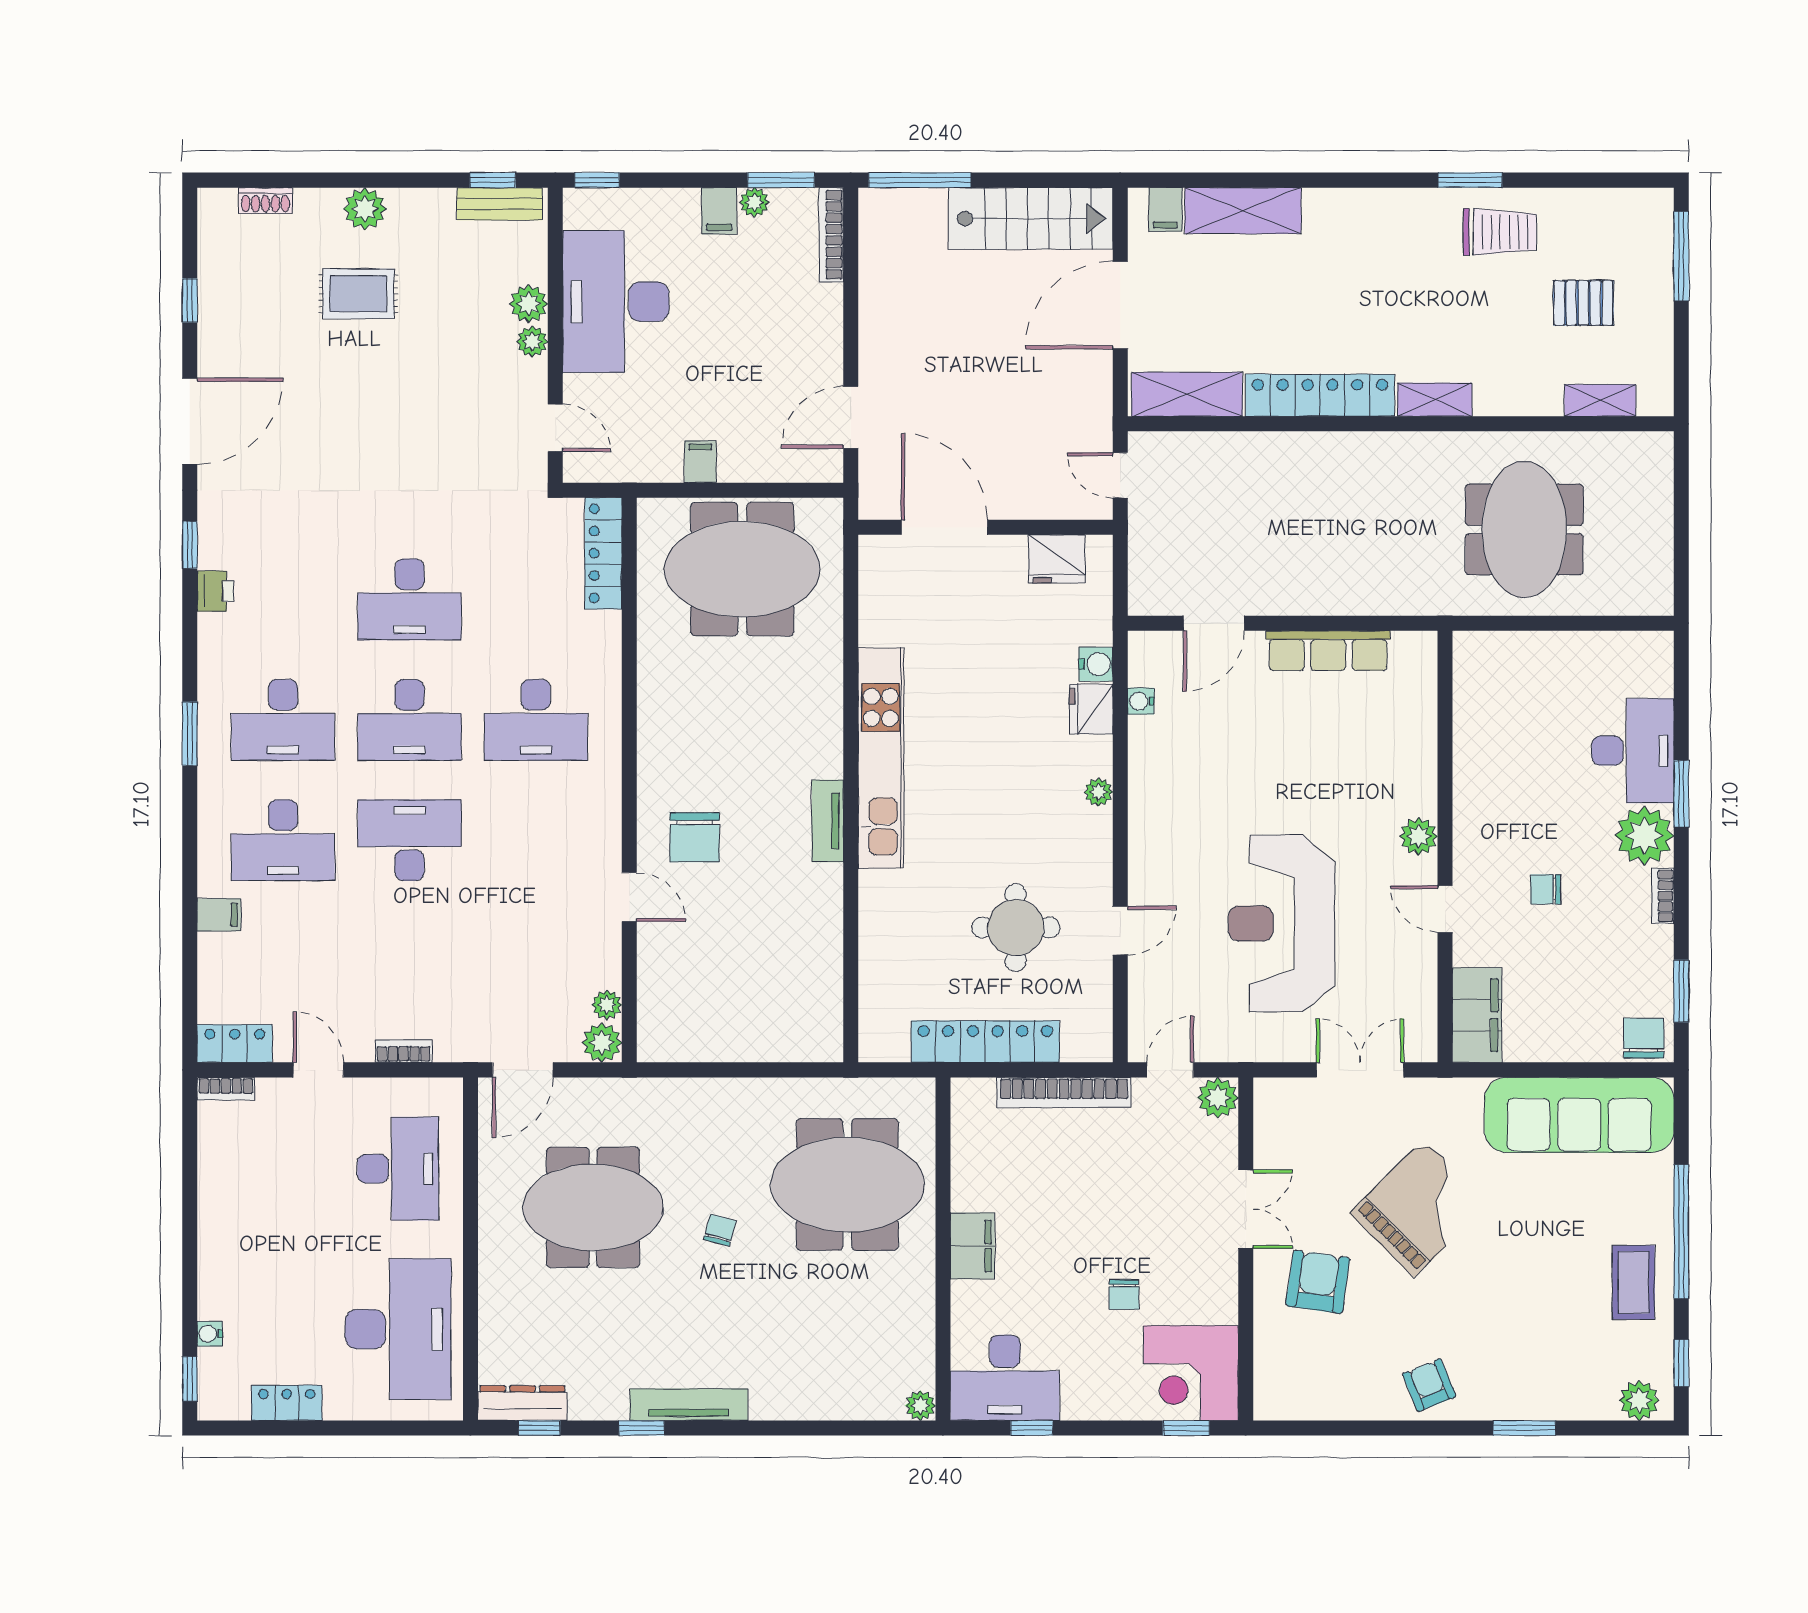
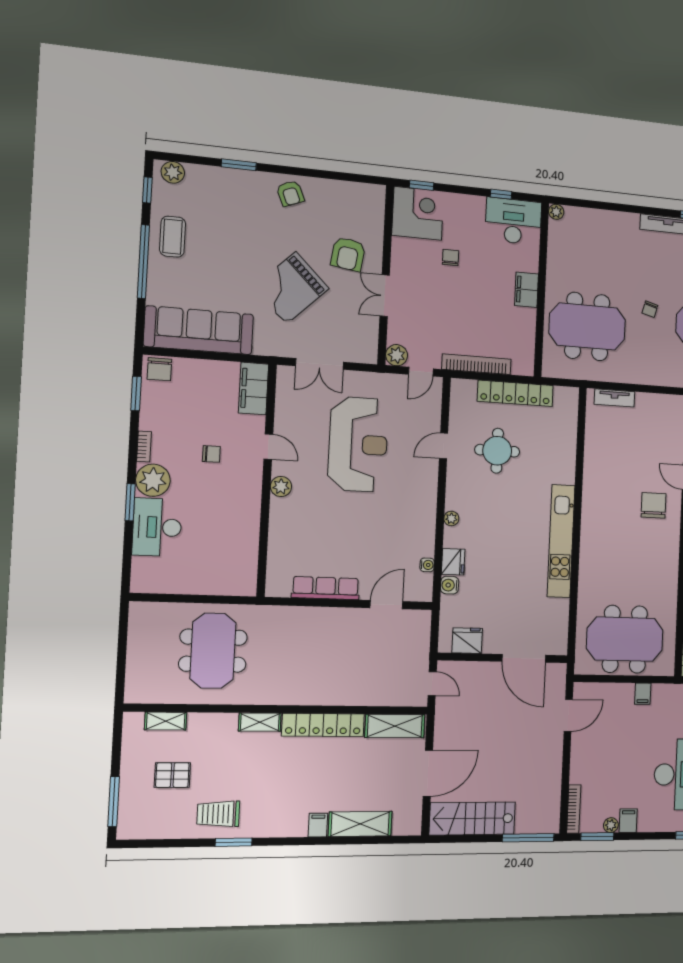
filing cabinet: (1165, 210) -> (318, 825), moved
tv unit: (828, 821) -> (614, 398), moved, turned 90

